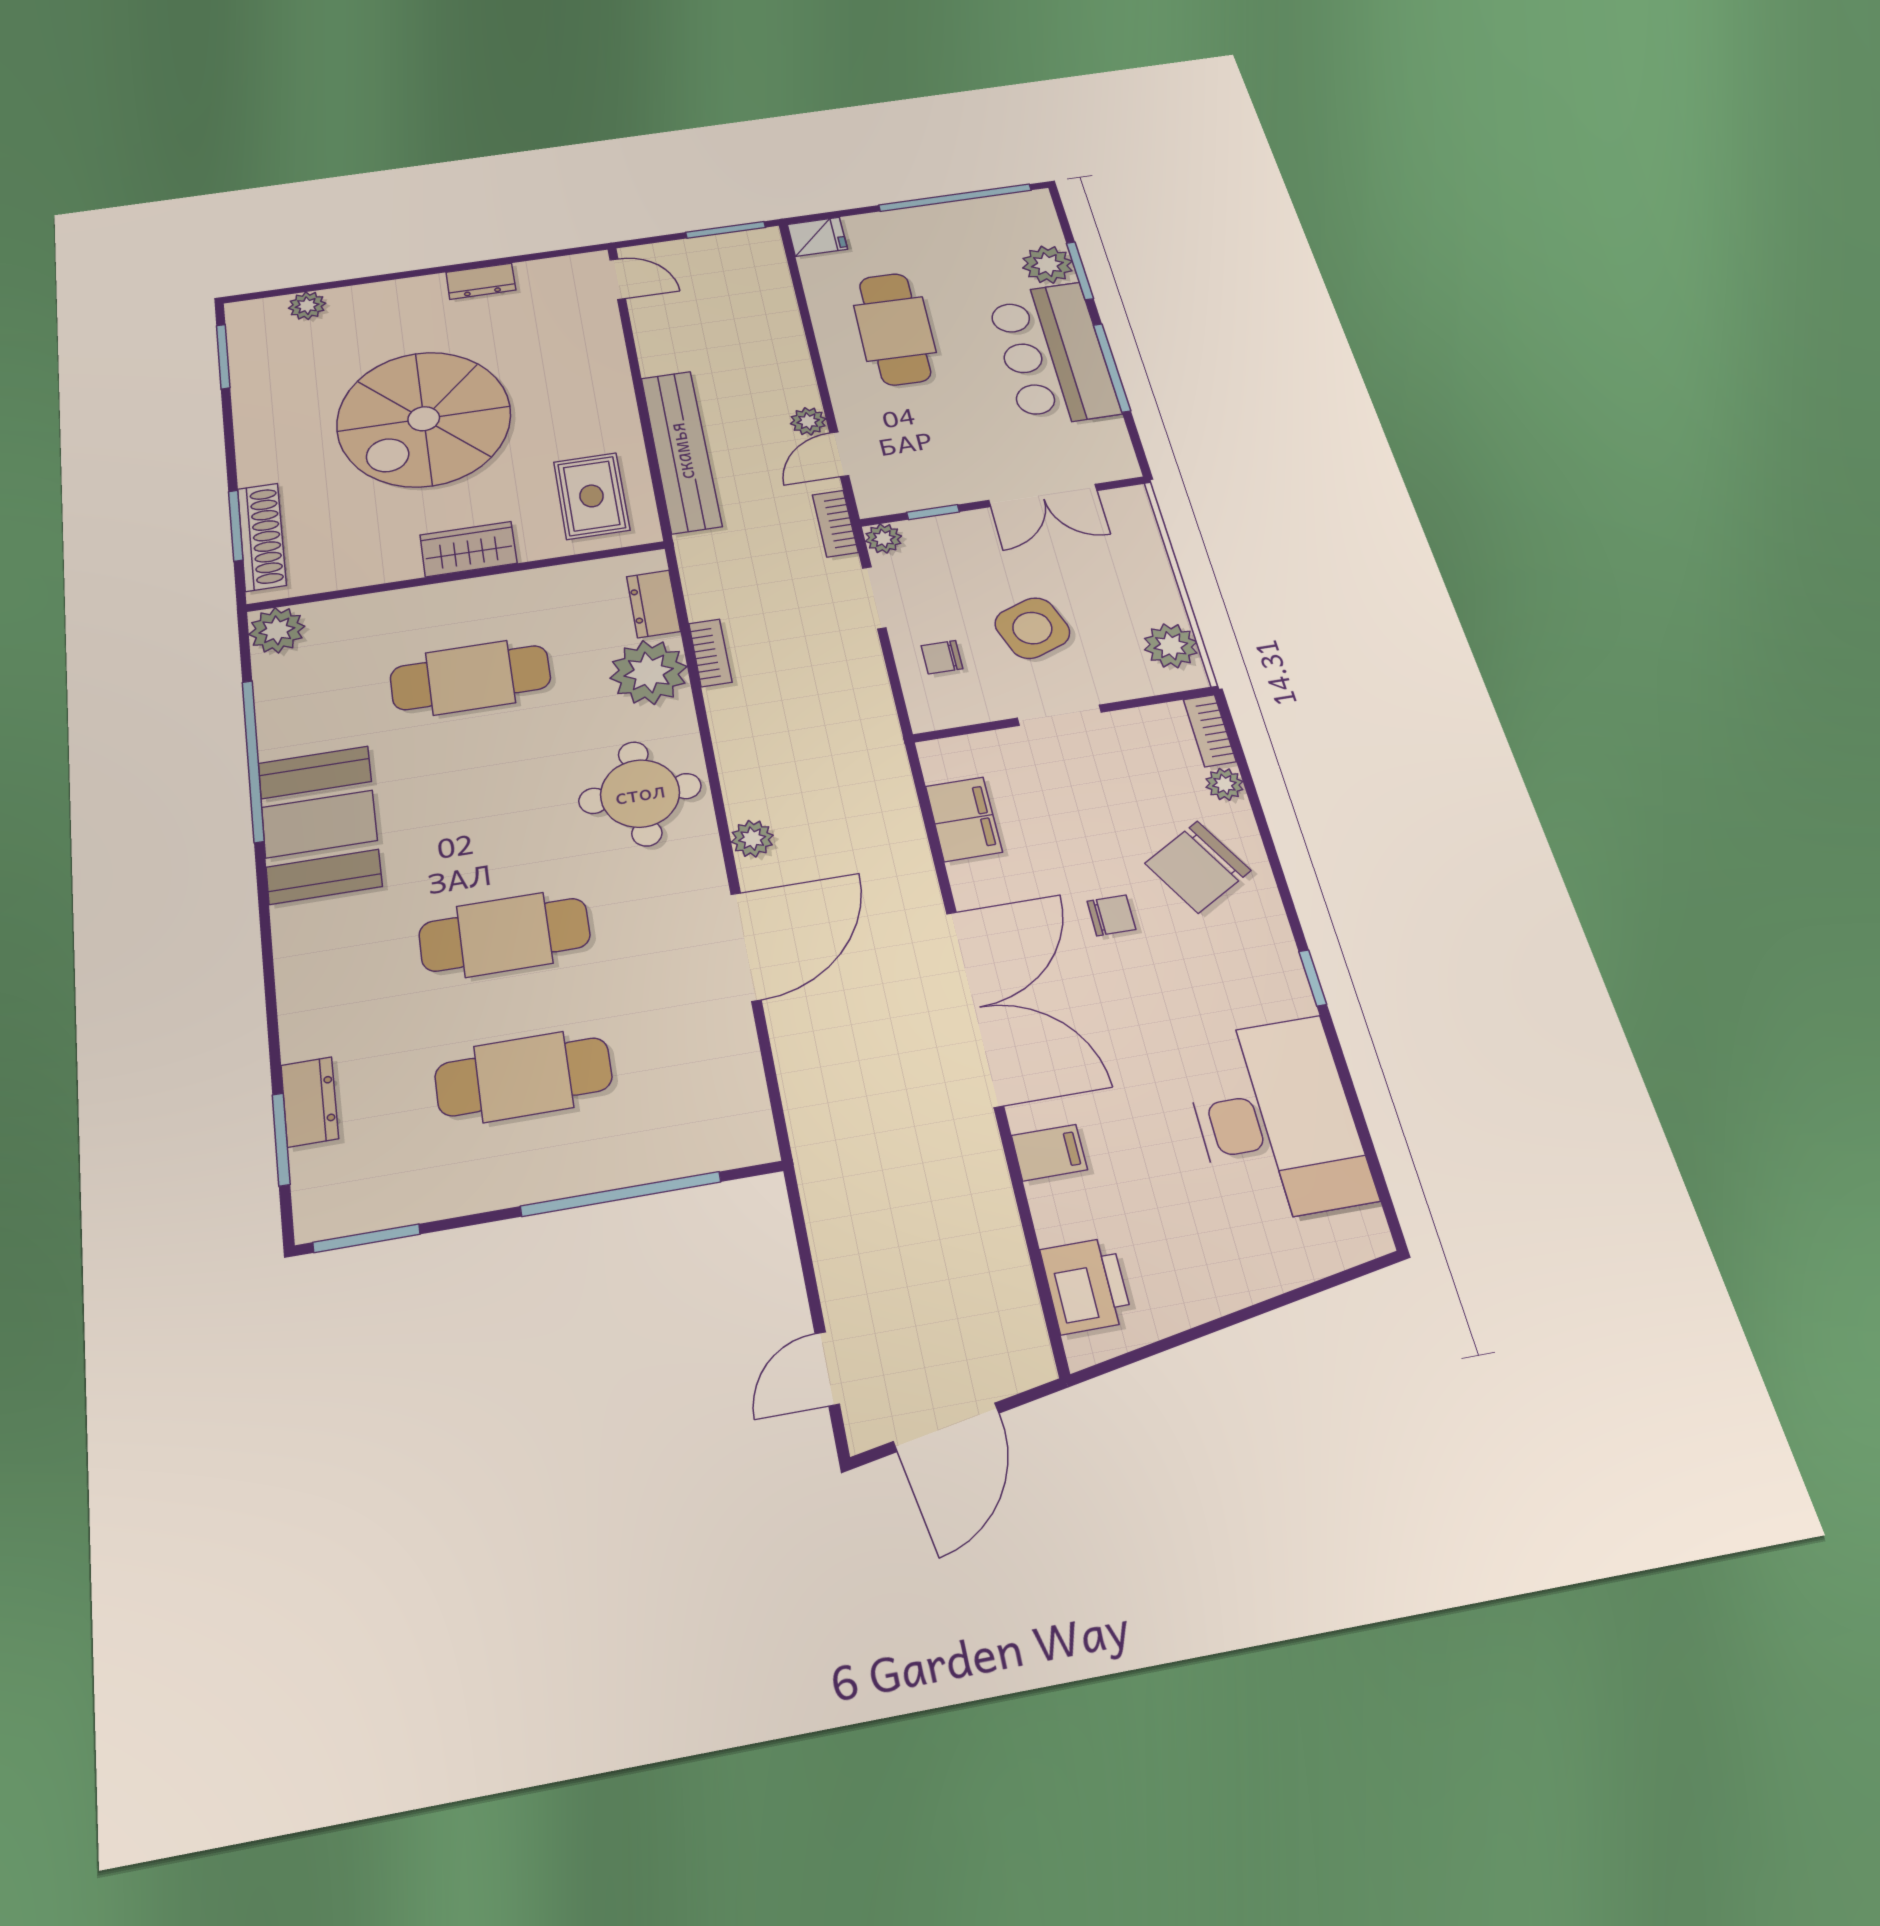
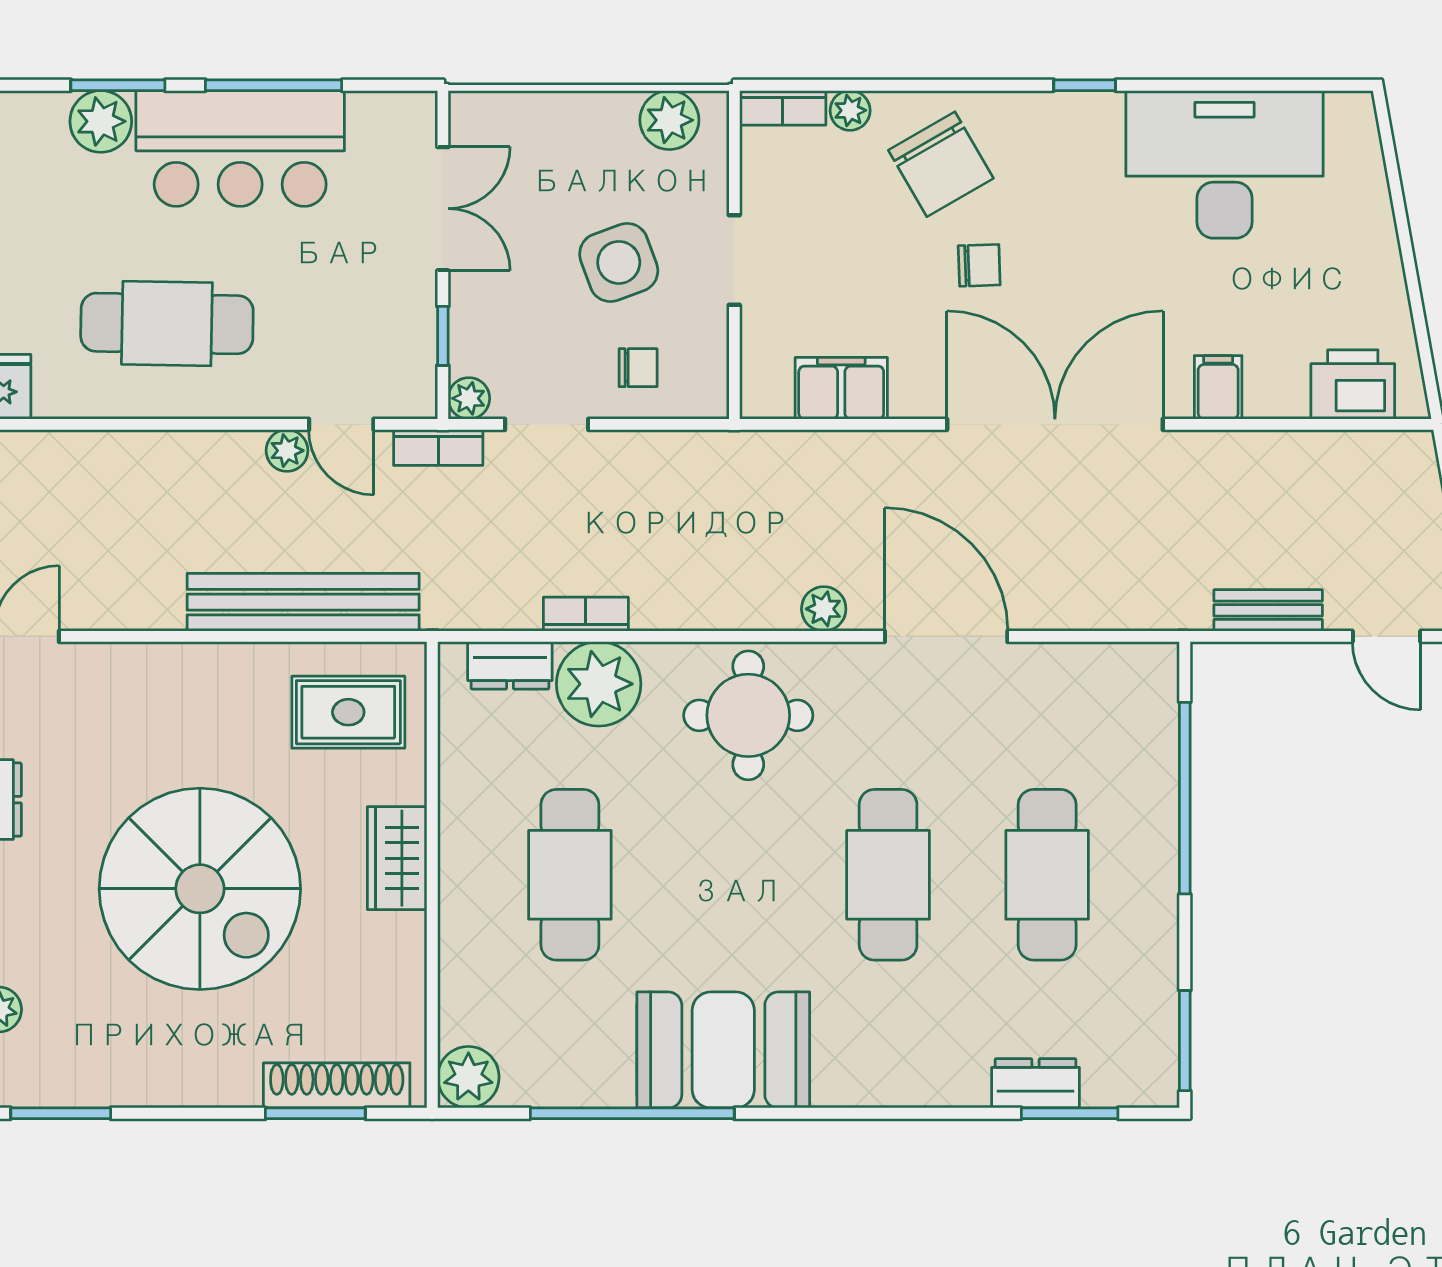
chair: (942, 657) -> (638, 368), turned -90
chair: (1111, 915) -> (979, 265), turned 88
bench: (831, 1242) -> (1268, 610), added

